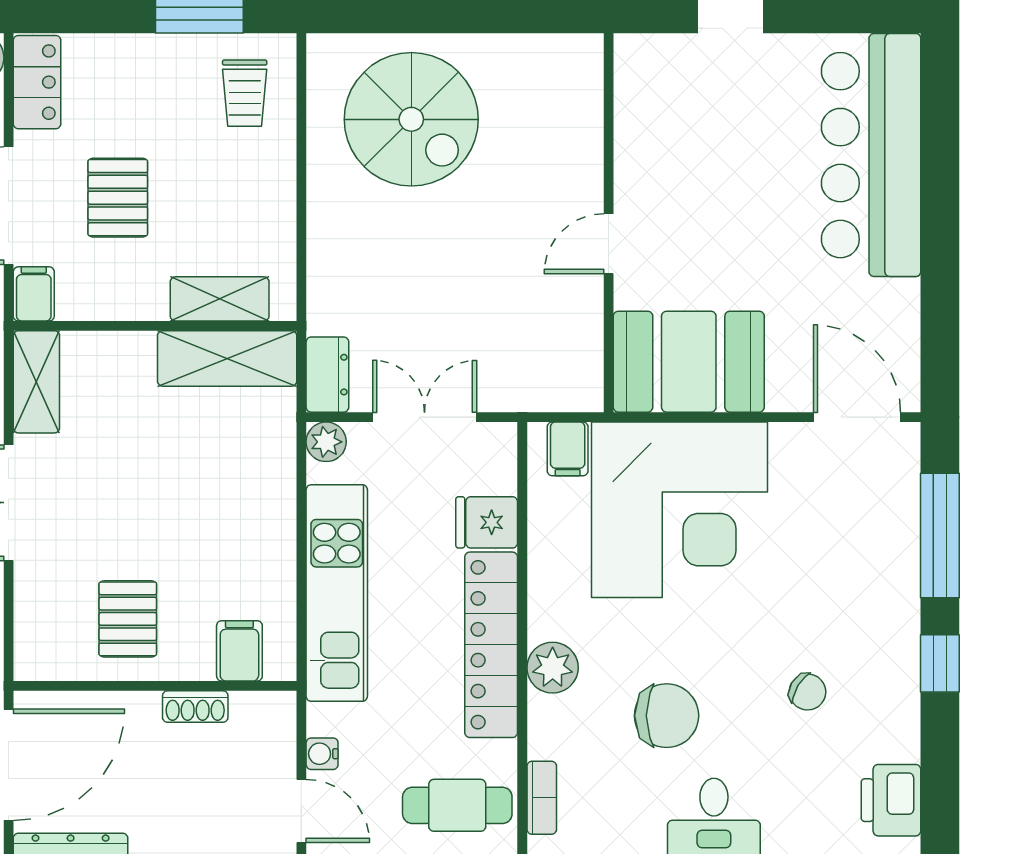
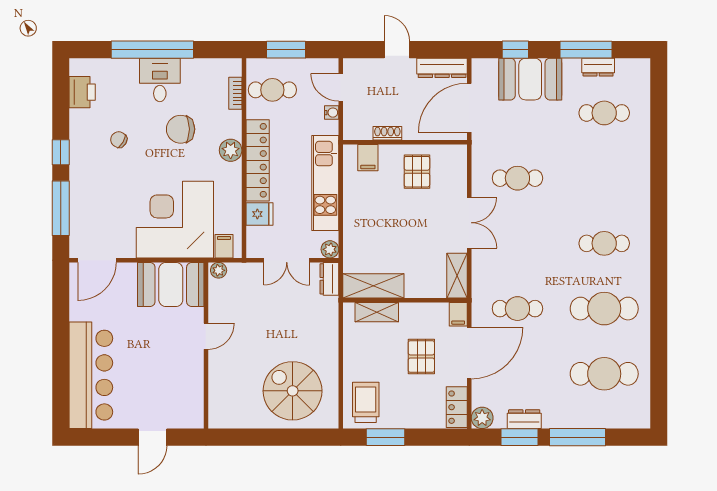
trolley: (245, 93) -> (366, 402), width x1.36, depth x1.39
plant: (580, 394) -> (219, 270), added
door: (857, 417) -> (97, 260), hinge flipped

